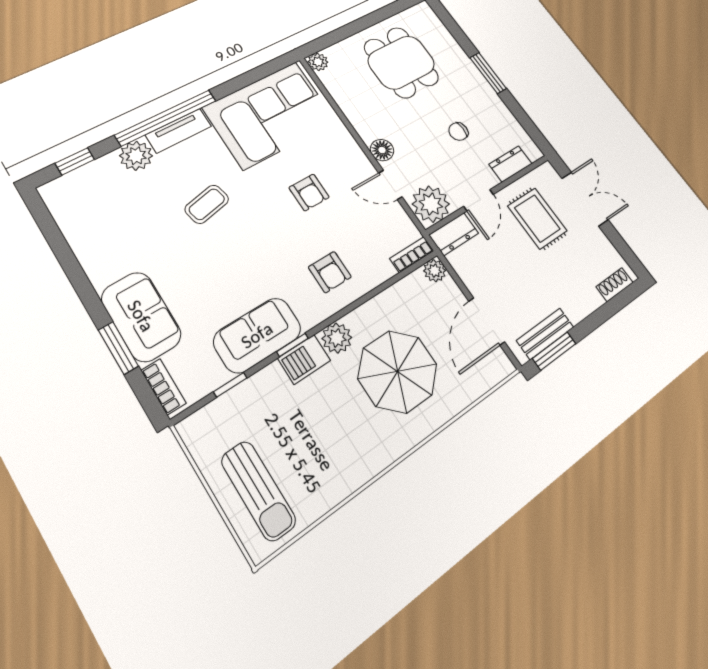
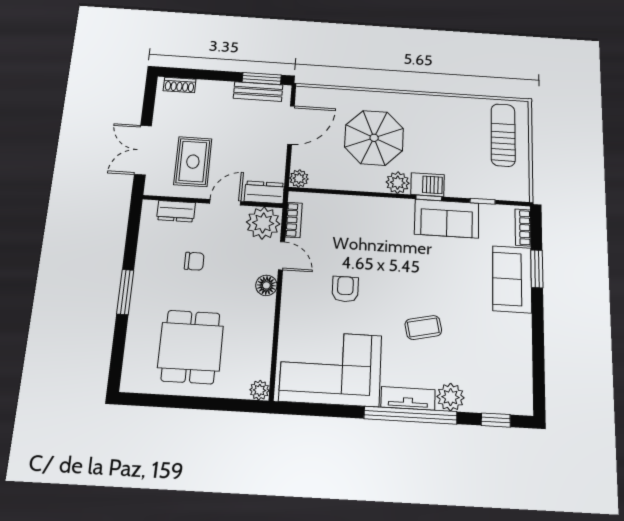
bookcase: (412, 255) -> (294, 220), moved, turned -90
armchair: (330, 272) -> (372, 226), removed

